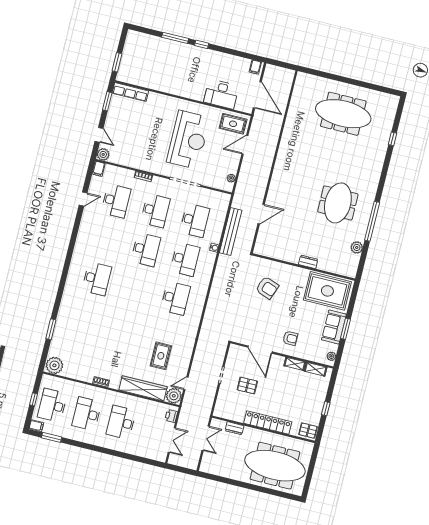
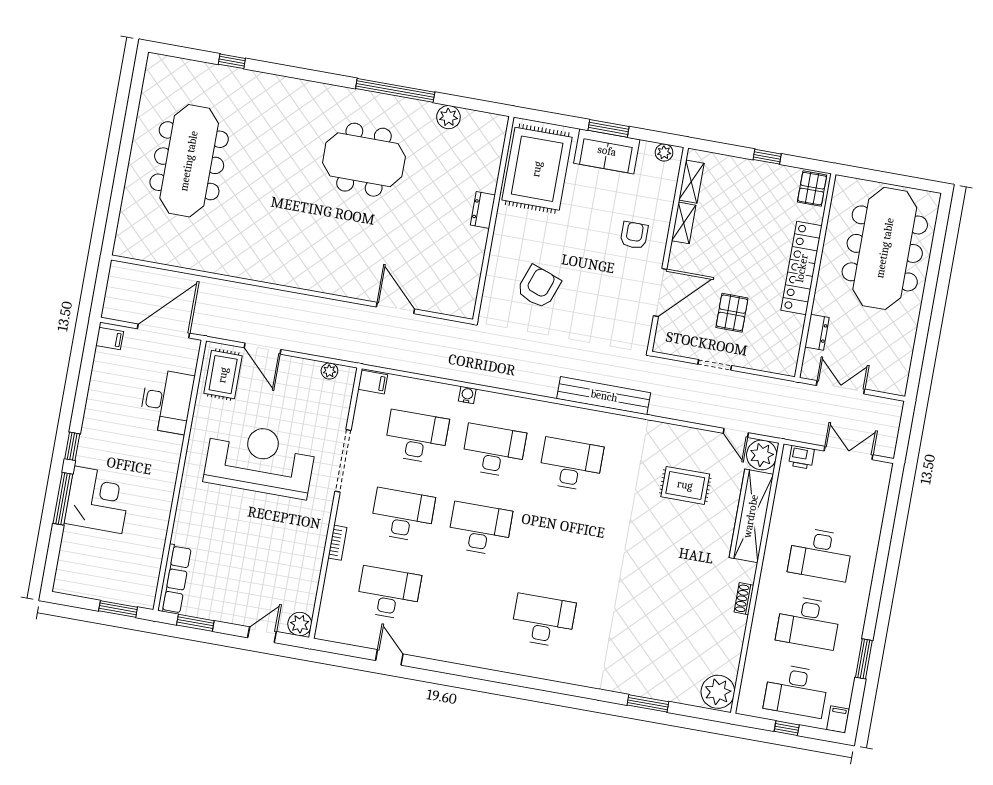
corner desk: (173, 56) -> (98, 500), added
filing cabinet: (99, 169) -> (373, 382), moved
bench: (231, 231) -> (604, 396), moved
window: (52, 437) -> (864, 659), moved

